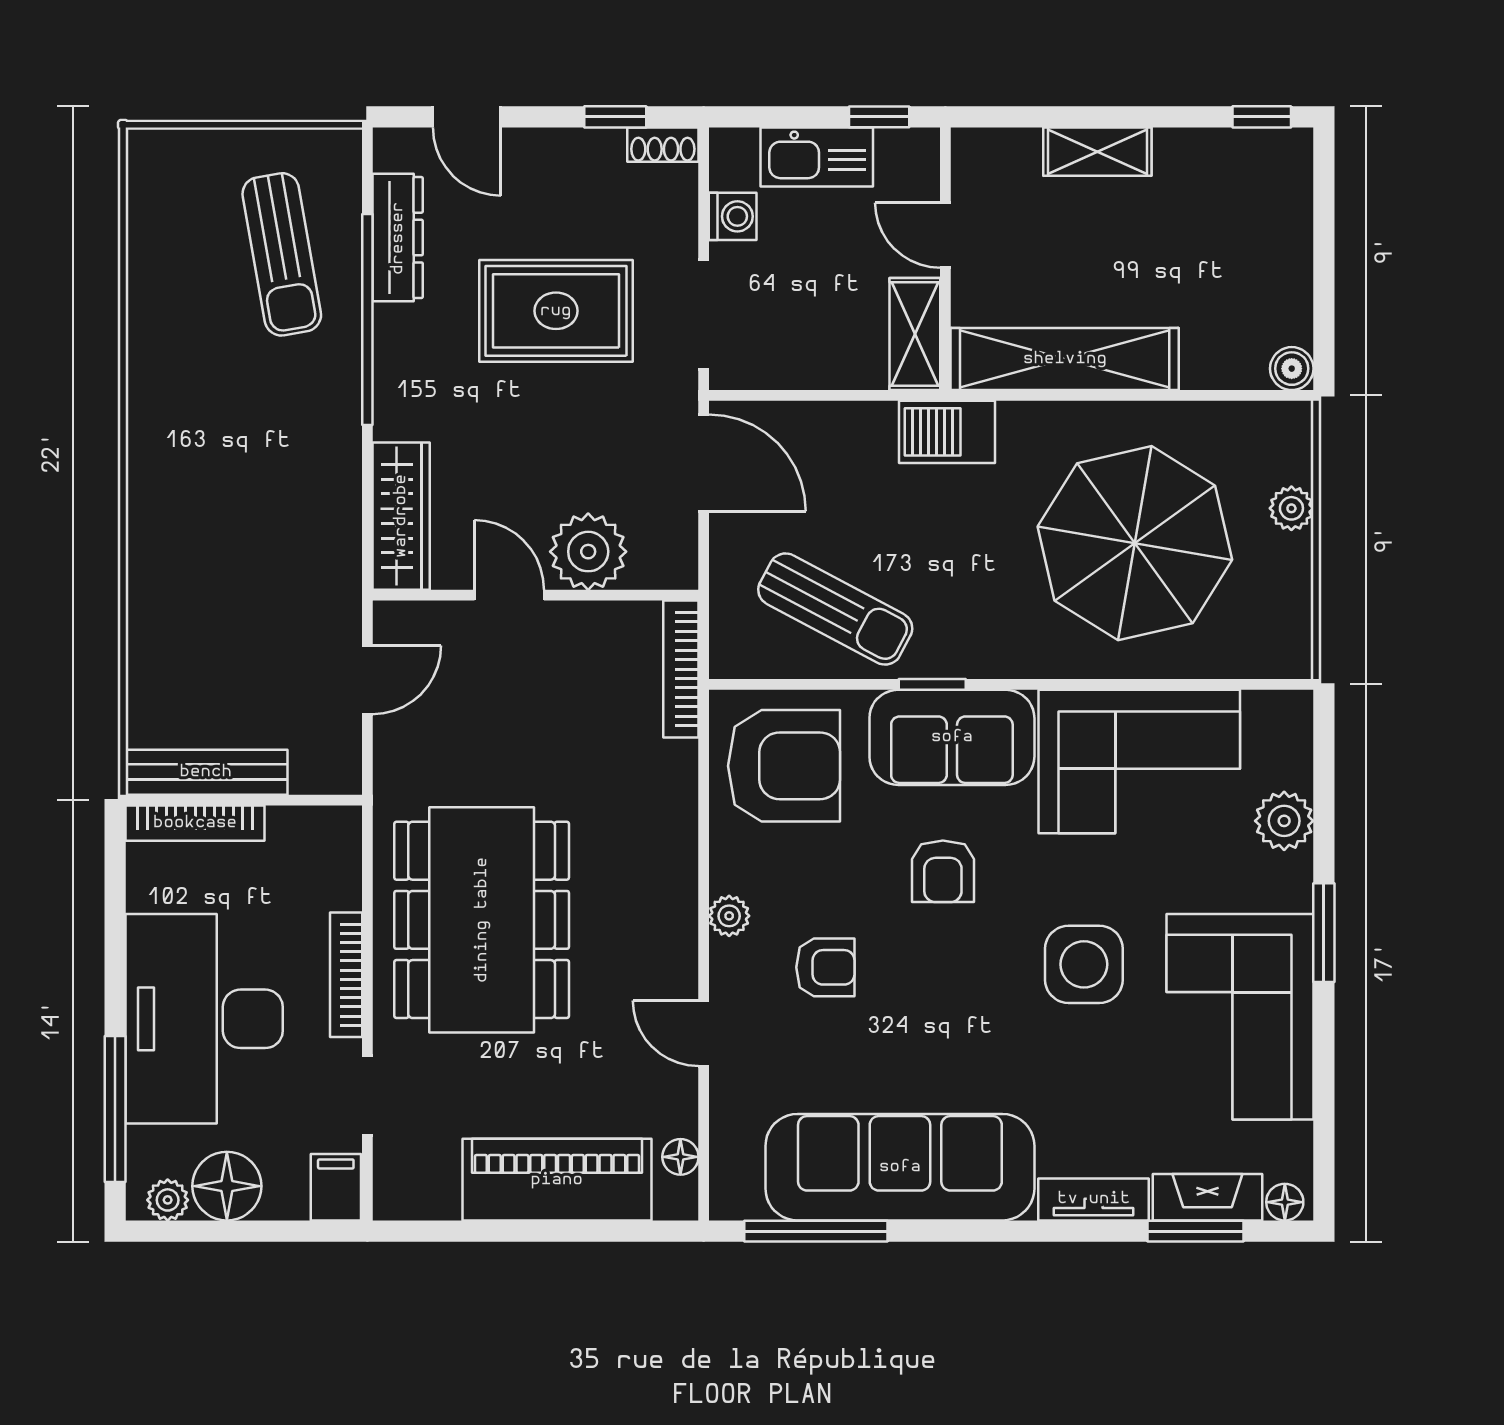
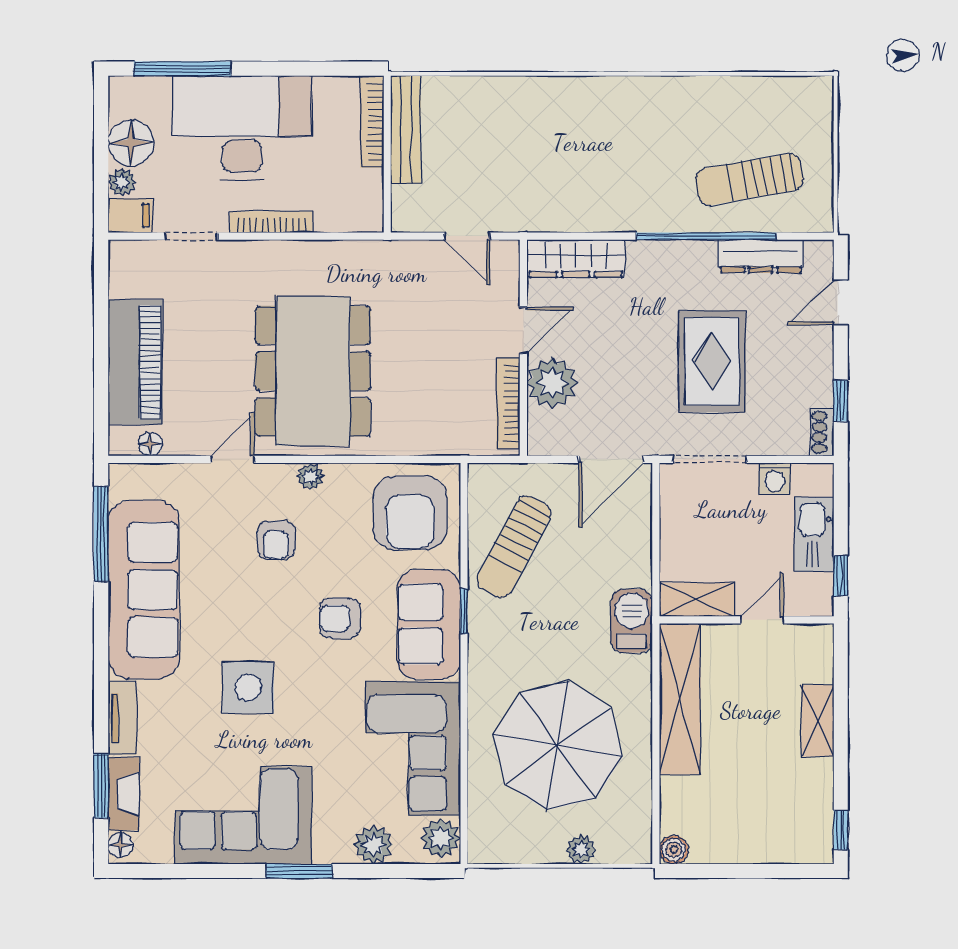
bookcase: (681, 669) -> (508, 403), moved, turned -90
plant: (1274, 719) -> (441, 838), added
dining table: (482, 920) -> (313, 371), moved, turned 90
side table: (1084, 964) -> (248, 688), moved
plant: (168, 1200) -> (122, 182), moved

